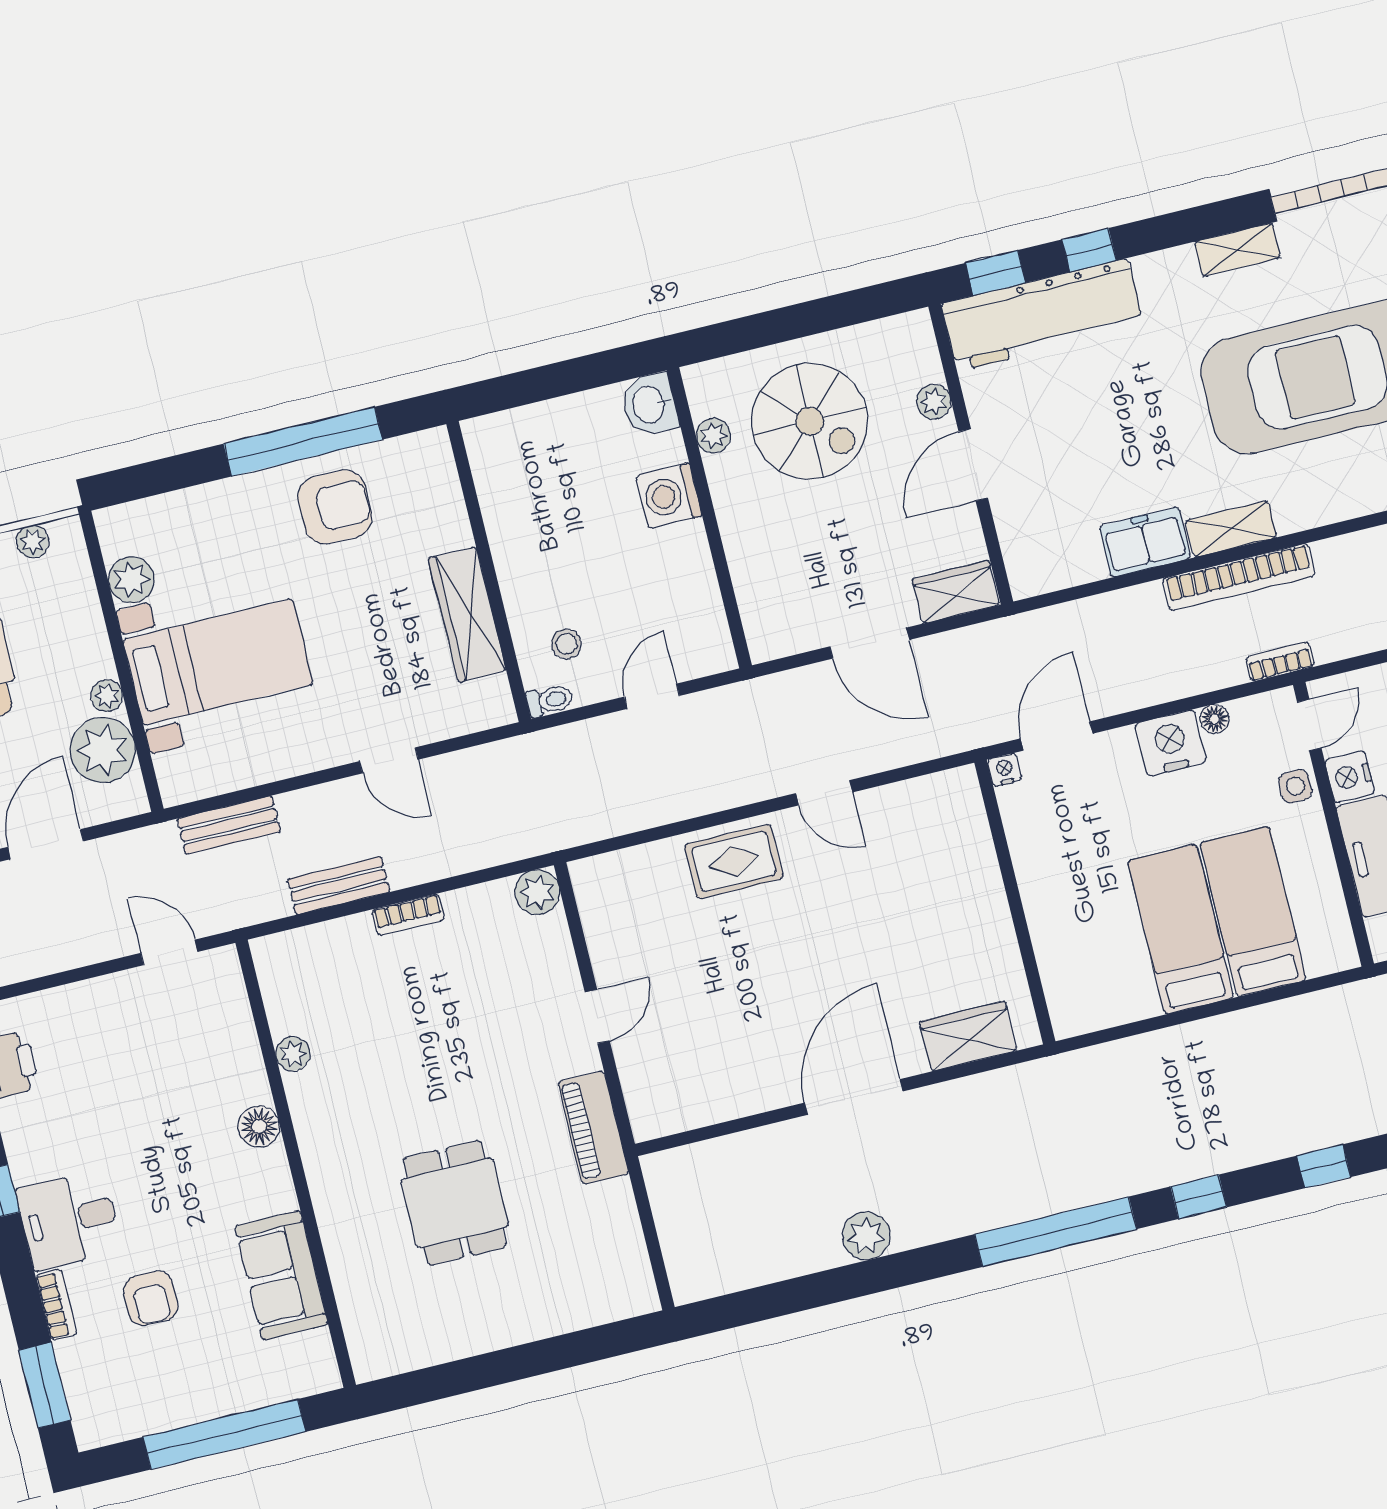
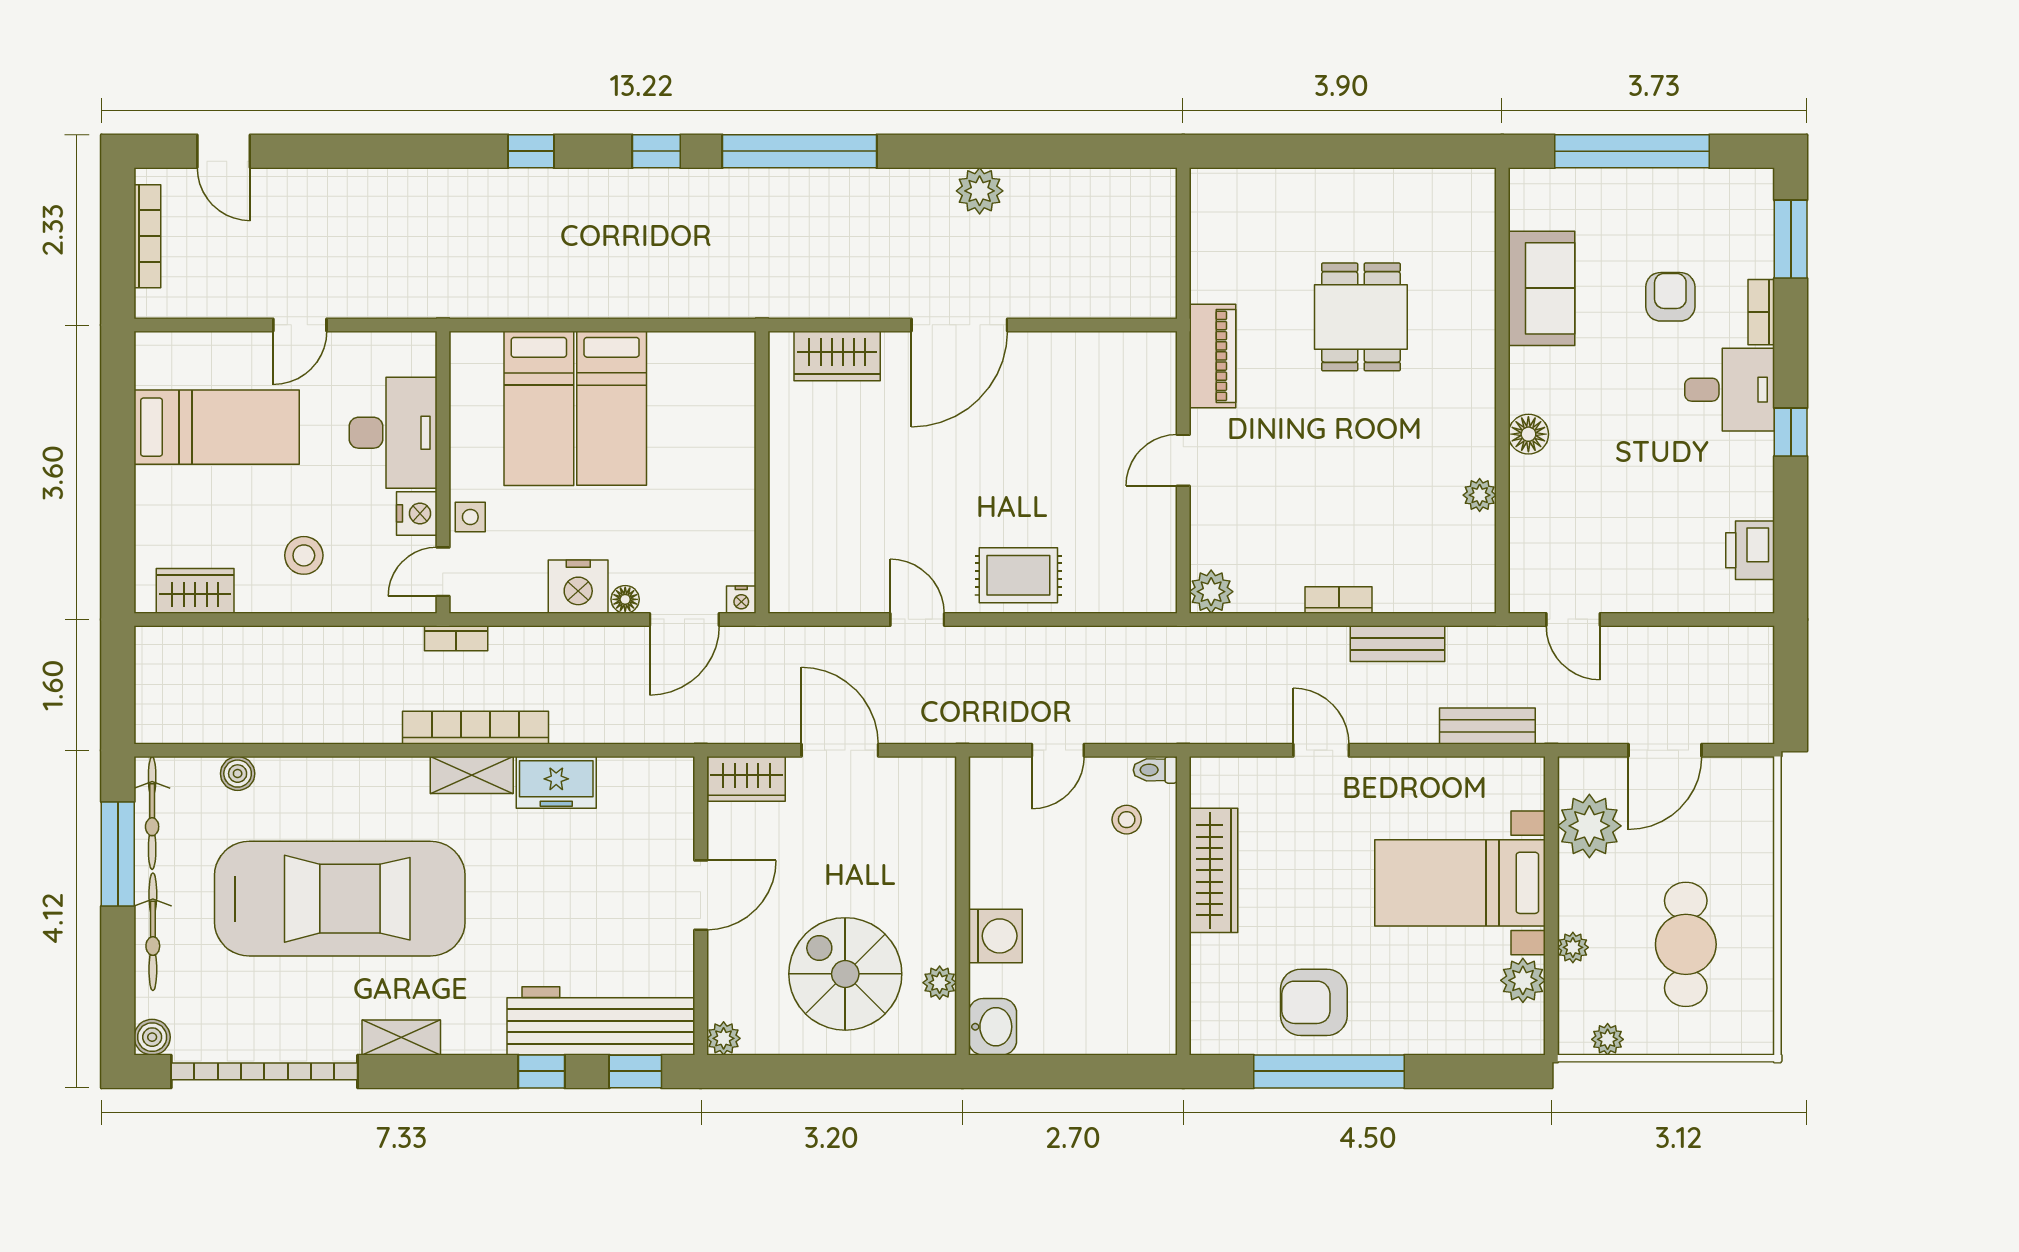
plant: (934, 402) -> (724, 1038), moved
plant: (107, 696) -> (1573, 947), moved
floor lamp: (1214, 719) -> (625, 599), moved

